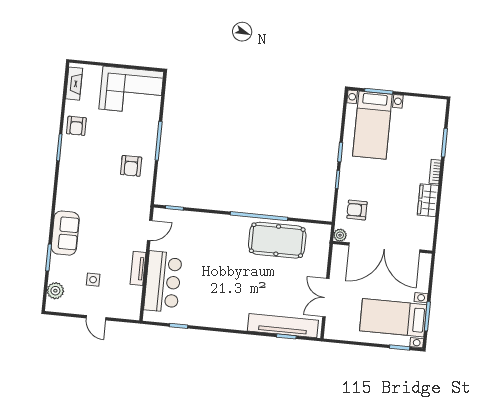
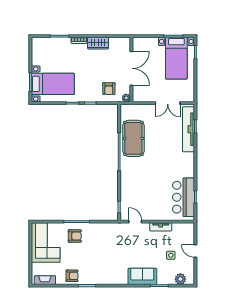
armchair: (131, 166) -> (75, 236), moved
double door: (384, 247) -> (131, 68), width x0.73
bar counter: (163, 282) -> (183, 197), moved, turned -90
door: (96, 318) -> (195, 251), swing flipped

